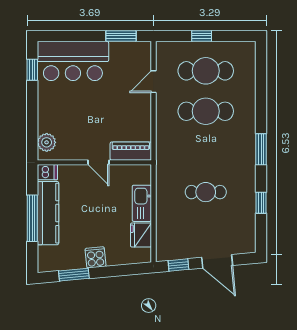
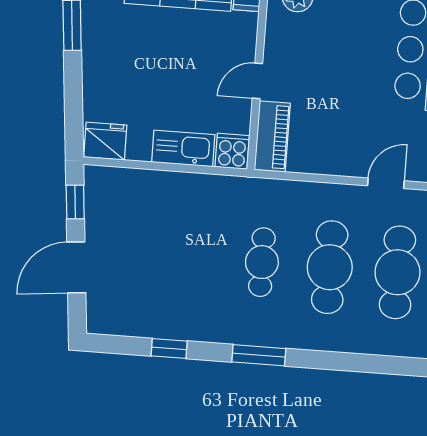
door: (153, 82) -> (386, 183), hinge flipped
cafe table: (206, 192) -> (262, 262), moved
fridge: (141, 235) -> (105, 141), moved
cooker: (95, 257) -> (232, 151), moved, turned -85

